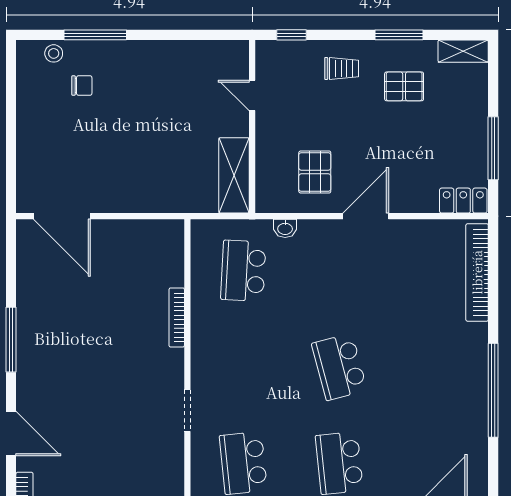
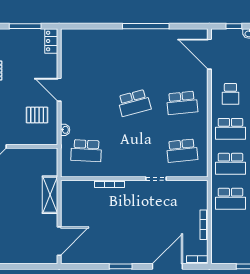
shelving: (234, 175) -> (50, 195), moved, turned 90
bookcase: (477, 272) -> (87, 34), removed
window: (11, 340) -> (121, 266), width x0.69
door: (11, 433) -> (167, 266), width x1.36

